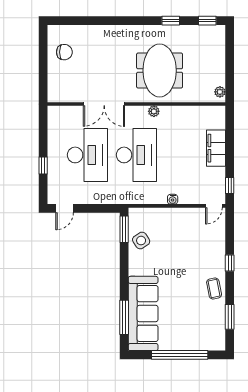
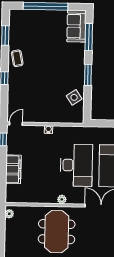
desk: (136, 155) -> (76, 165), turned 180
window: (124, 229) -> (88, 75), moved
sofa: (143, 313) -> (76, 26), width x0.54, depth x0.79

